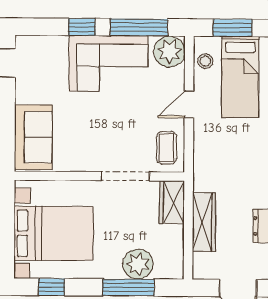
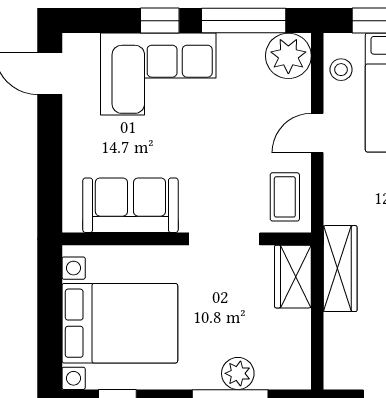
corner sofa: (108, 64) -> (158, 74), moved
sofa: (33, 137) -> (130, 205), moved, turned -90
wardrobe: (204, 222) -> (340, 269), moved
plant: (138, 264) -> (238, 373), width x0.73, depth x0.73

